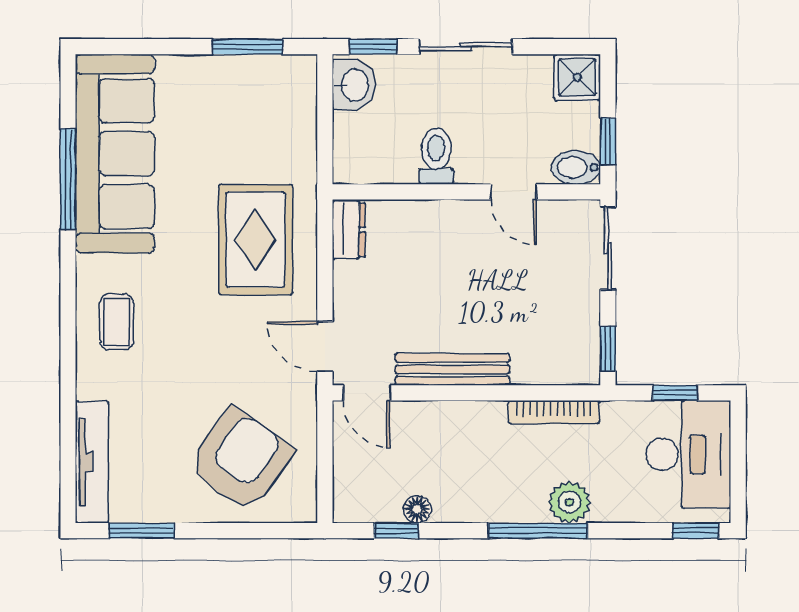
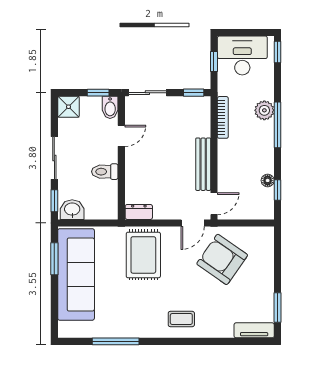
sofa: (115, 154) -> (76, 274), moved, turned 90
rug: (255, 240) -> (143, 255), turned 90
armchair: (240, 460) -> (222, 259), moved
tv unit: (92, 462) -> (254, 330), width x0.71

